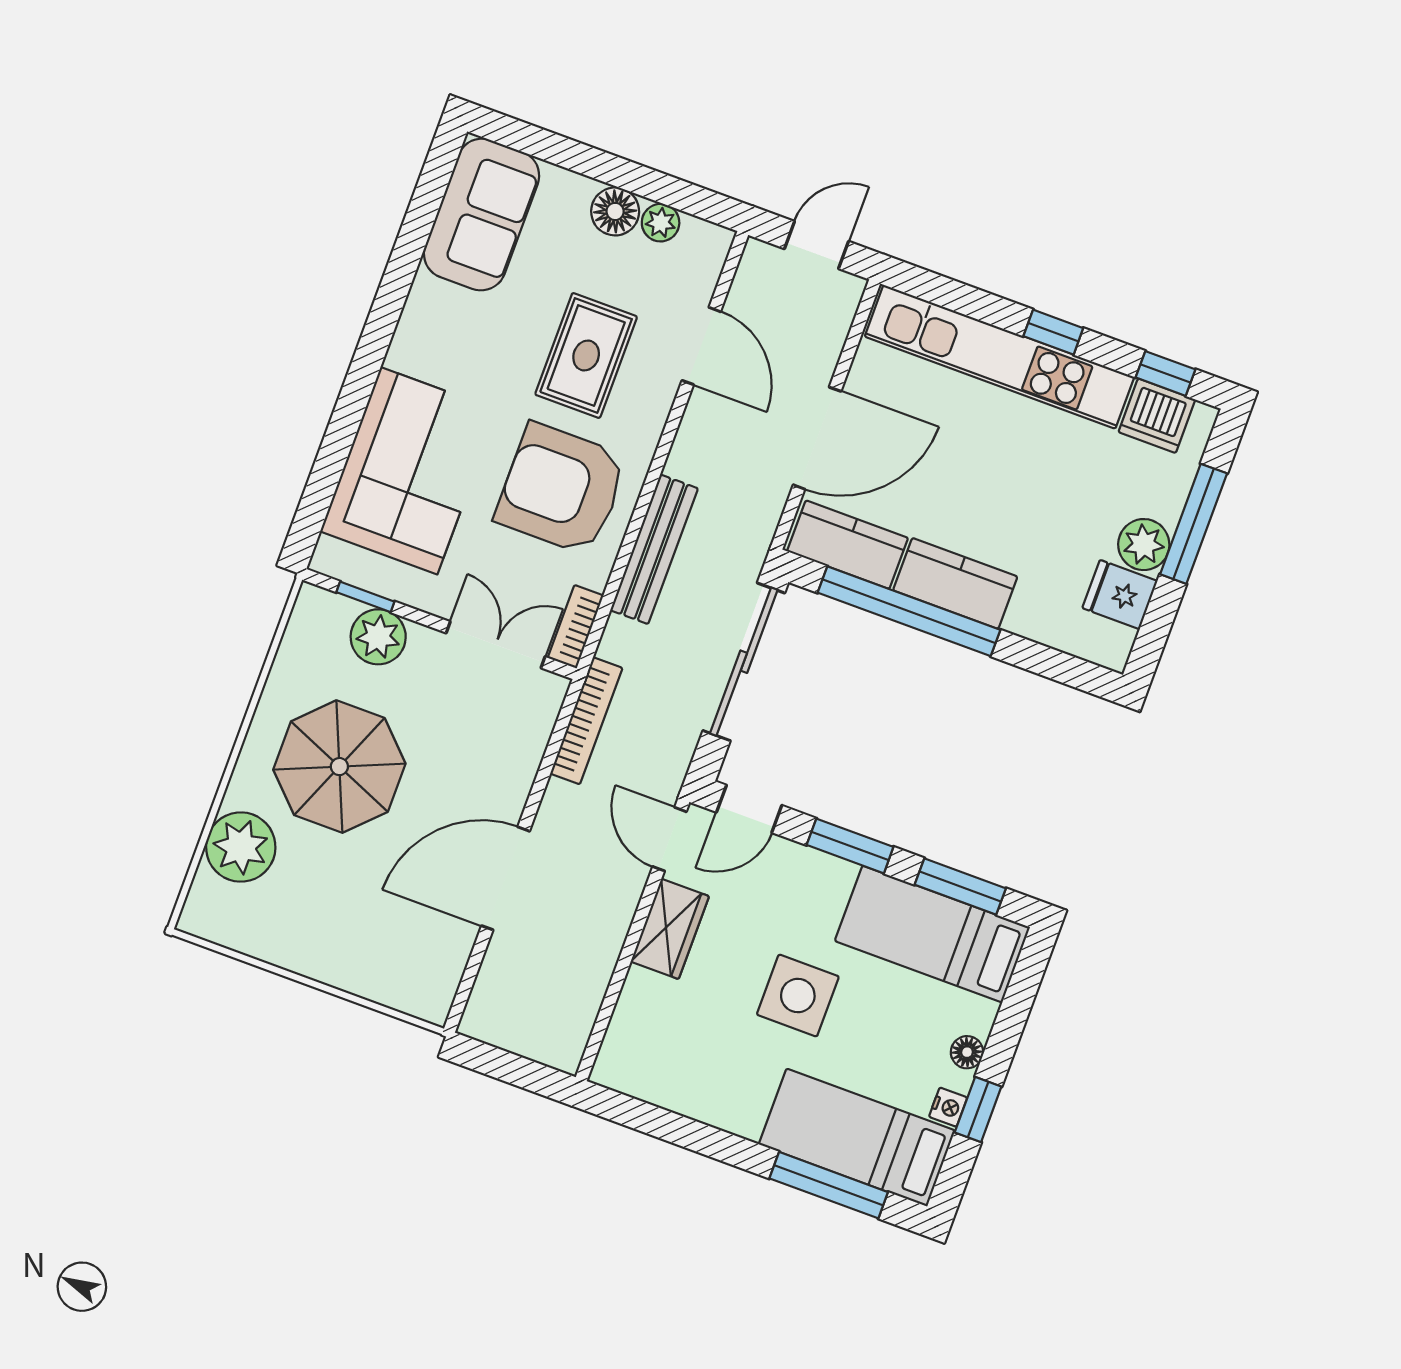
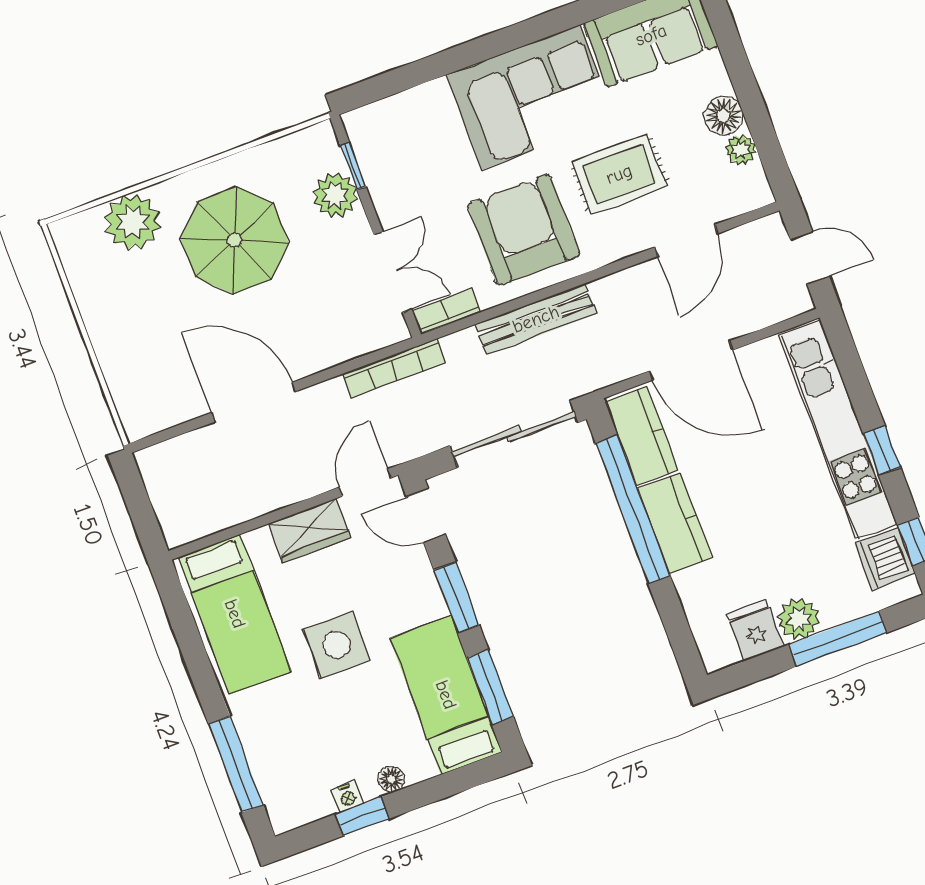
corner sofa: (409, 471) -> (531, 97), moved
bed: (857, 1137) -> (235, 614), moved, turned 180

